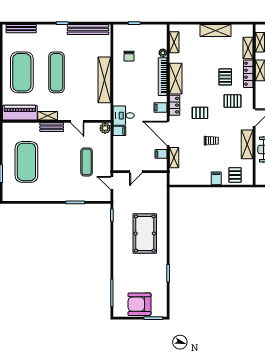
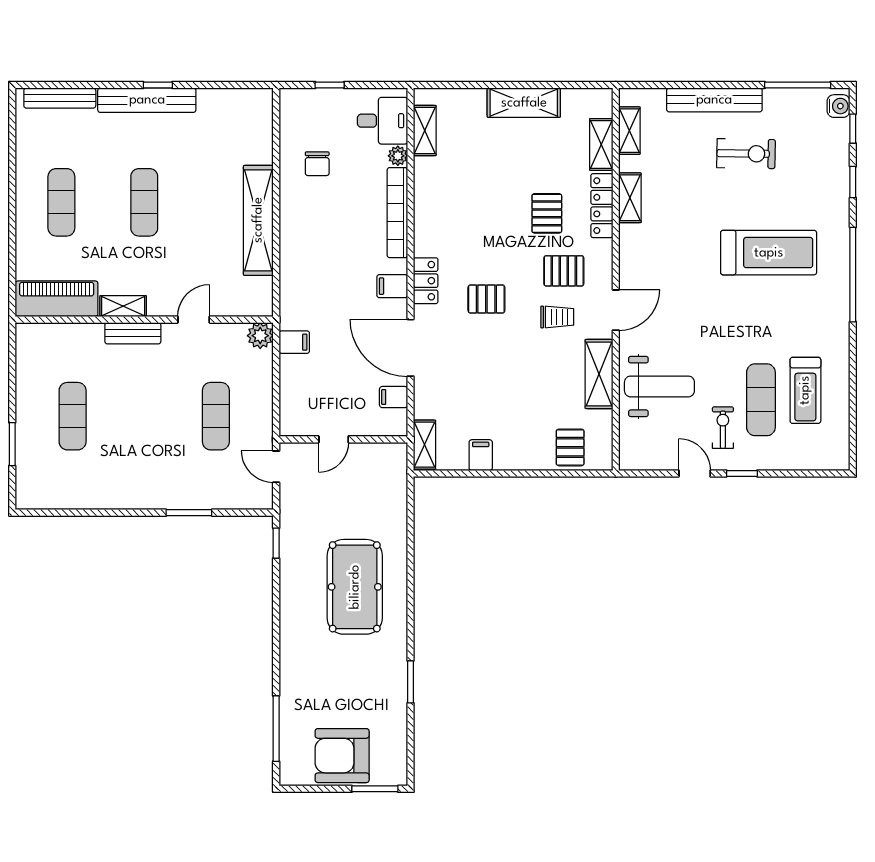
bench: (88, 30) -> (147, 100), moved
exercise mat: (22, 72) -> (61, 202), width x0.50, depth x0.69
exercise mat: (57, 72) -> (144, 202), width x0.73, depth x0.69
shelving: (176, 79) -> (428, 217), removed
desk: (124, 116) -> (382, 121), moved, turned 180
door: (77, 121) -> (194, 320), swing flipped
trolley: (211, 141) -> (557, 317), moved
shelving: (174, 158) -> (425, 445), moved
exercise mat: (26, 162) -> (73, 416), width x0.50, depth x0.69
filing cabinet: (216, 178) -> (481, 455), moved

